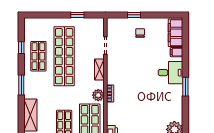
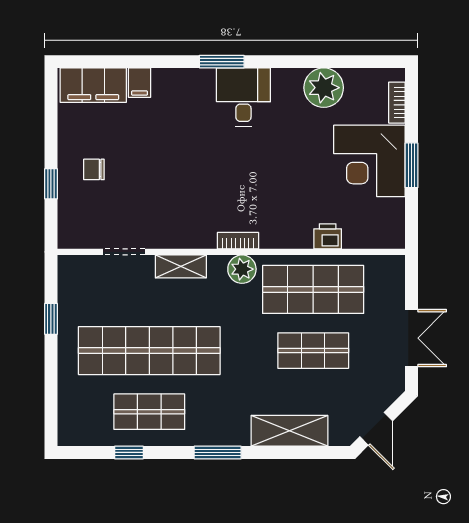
desk: (171, 73) -> (243, 97), moved

